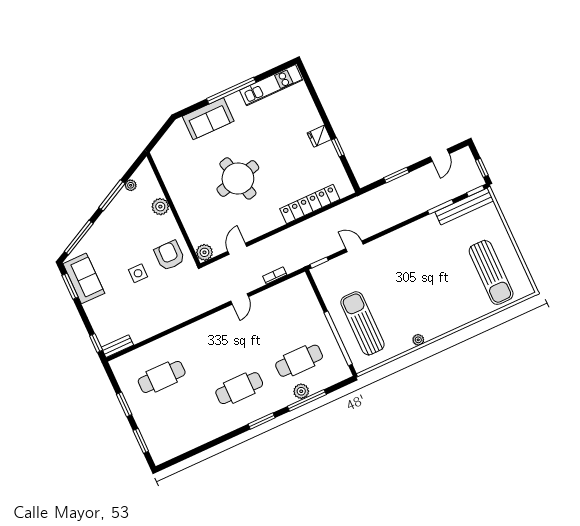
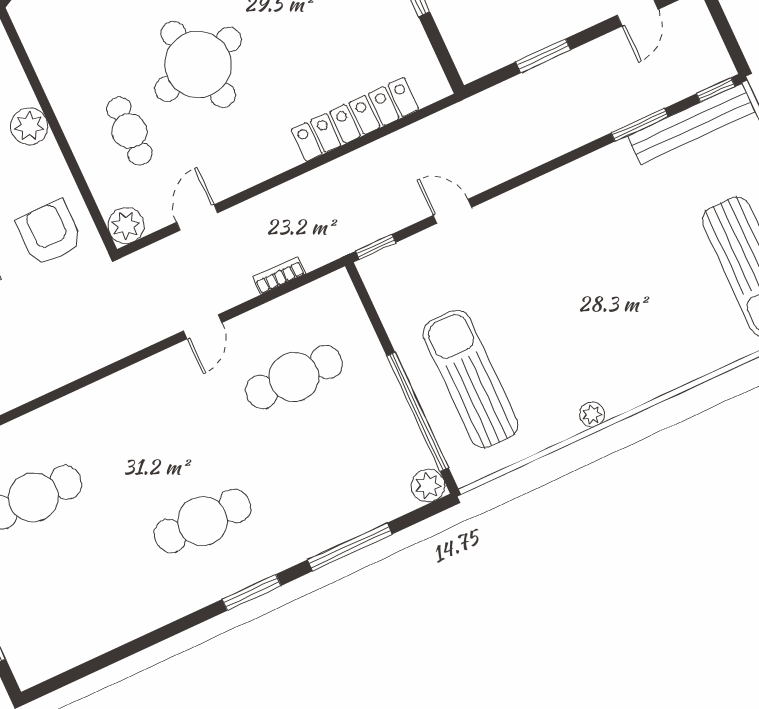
window: (482, 168) -> (729, 39), removed
cafe table: (206, 209) -> (129, 131), added
cafe table: (299, 361) -> (294, 377), moved
plant: (301, 391) -> (428, 486), moved

